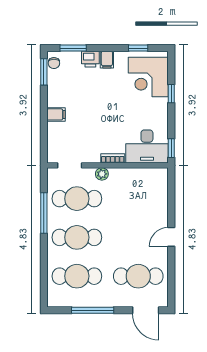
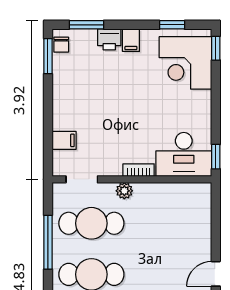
window: (171, 94) -> (216, 48), moved
filing cabinet: (56, 114) -> (64, 140), moved

